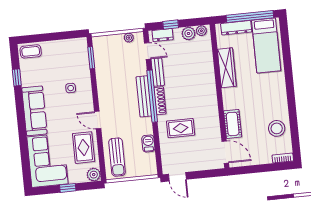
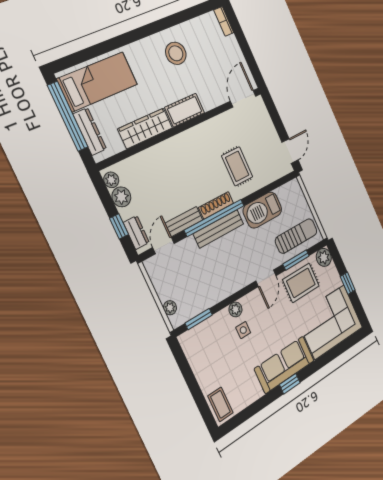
plant: (129, 38) -> (170, 308), moved
window: (17, 77) -> (290, 384), moved
plant: (86, 88) -> (236, 309), added
cot: (233, 124) -> (185, 110), moved
stool: (277, 128) -> (176, 53), moved
barbecue: (148, 144) -> (262, 210), width x1.88, depth x1.53
window: (101, 150) -> (296, 260), added

